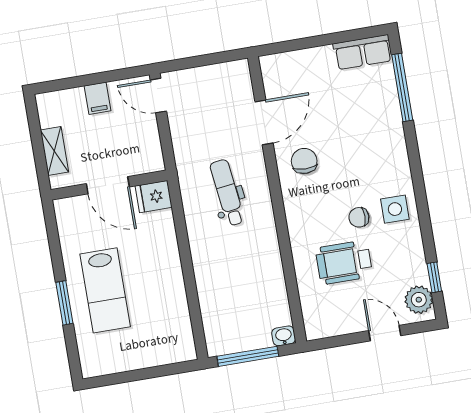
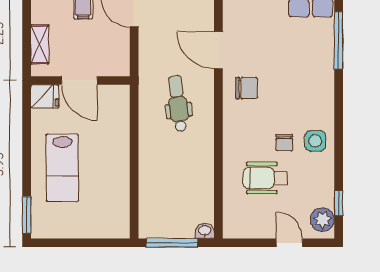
door: (264, 122) -> (218, 50), swing flipped
chair: (304, 161) -> (246, 88), turned 90
fridge: (154, 197) -> (45, 96), moved, turned 180
chair: (359, 217) -> (284, 143), turned -90
window: (64, 303) -> (27, 215), moved

